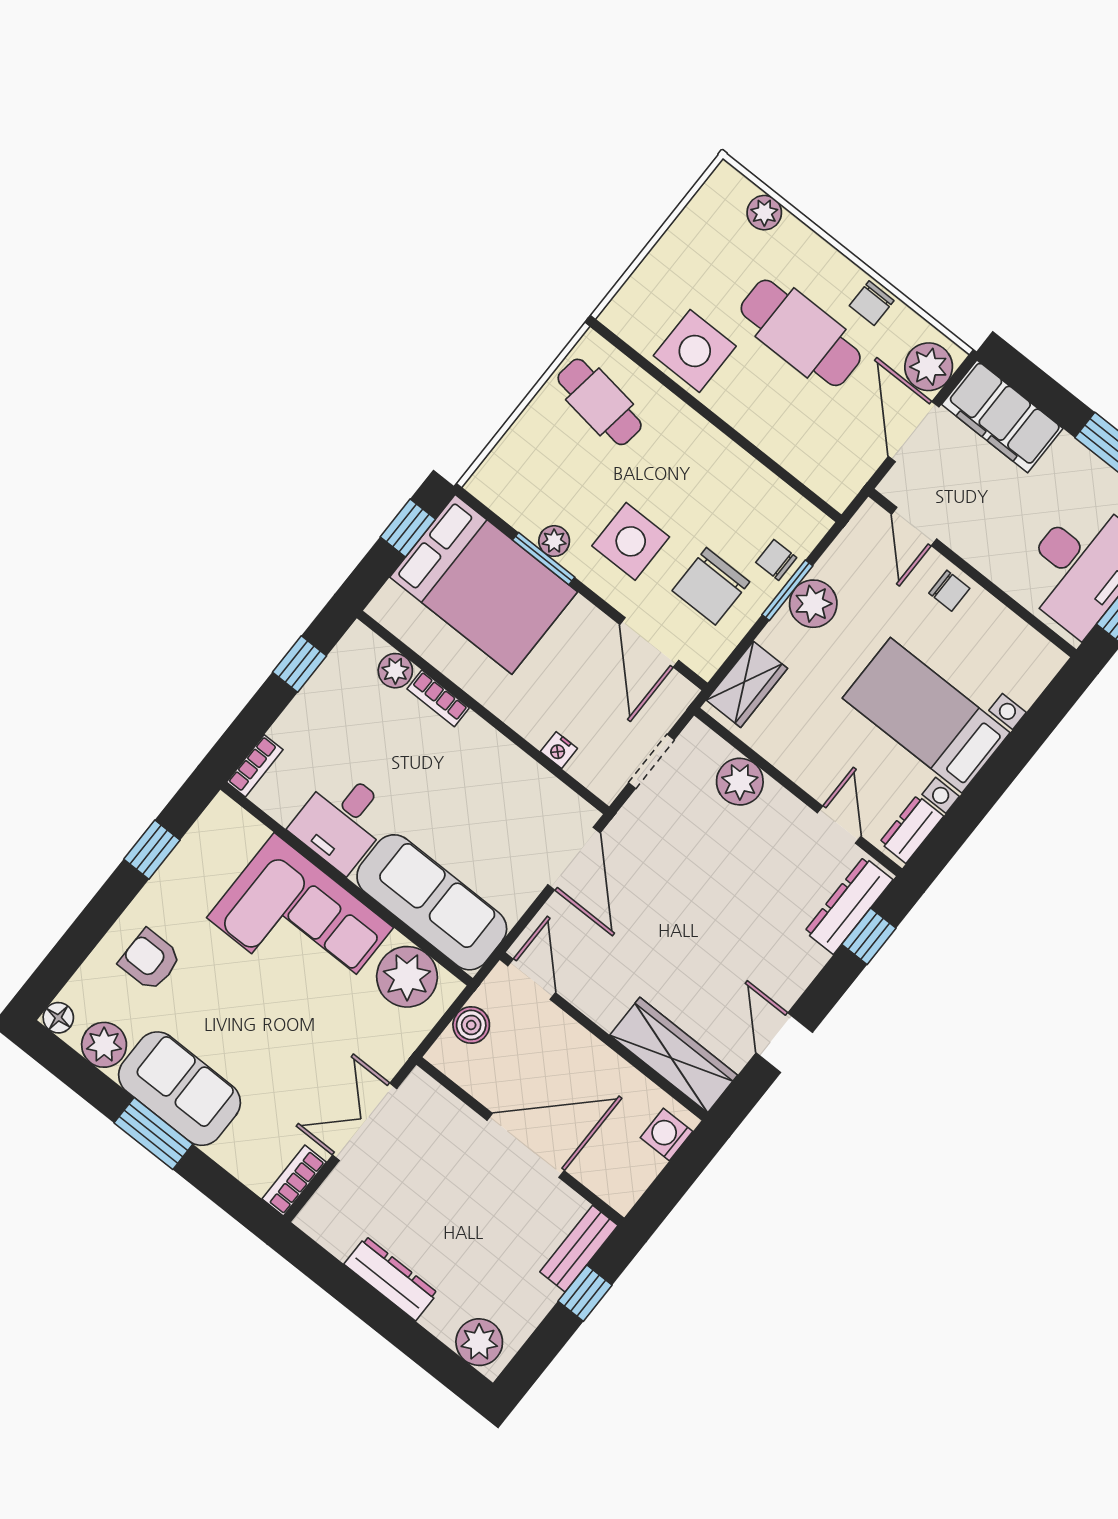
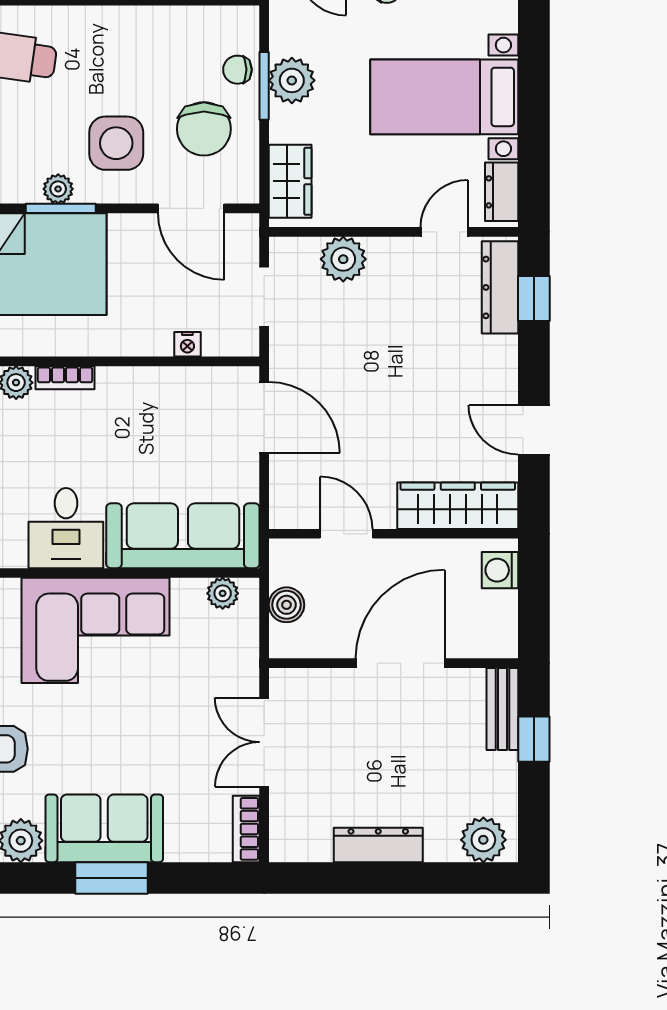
door: (839, 825) -> (444, 232), hinge flipped
plant: (407, 977) -> (223, 593), width x0.53, depth x0.53
door: (532, 979) -> (346, 534), moved

